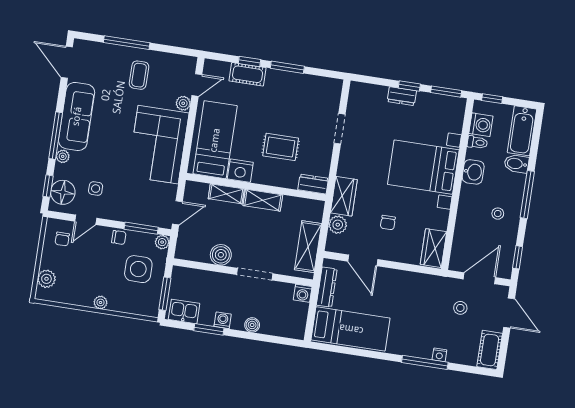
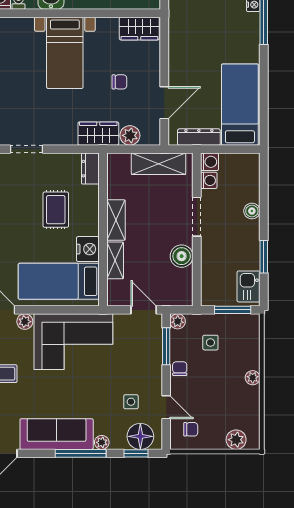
bed with nightstands: (423, 167) -> (65, 53), width x0.73
side table: (138, 269) -> (210, 343), width x0.54, depth x0.54
washing machine: (223, 320) -> (209, 180), moved, turned 180

